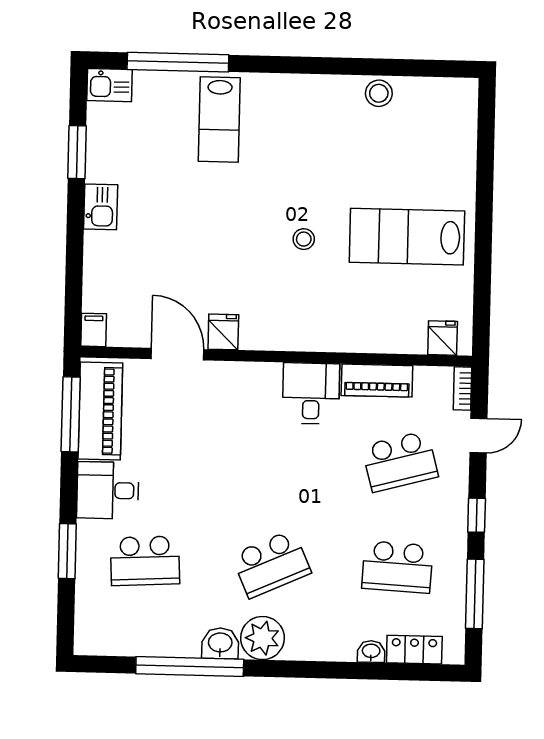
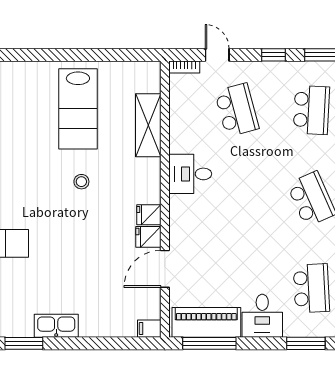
kitchen sink: (101, 207) -> (56, 326), width x1.38
shelving: (381, 336) -> (148, 125), added
fridge: (443, 338) -> (149, 215), moved
piano: (377, 381) -> (180, 128), removed

